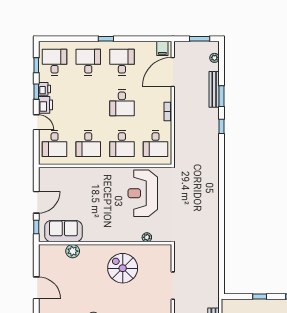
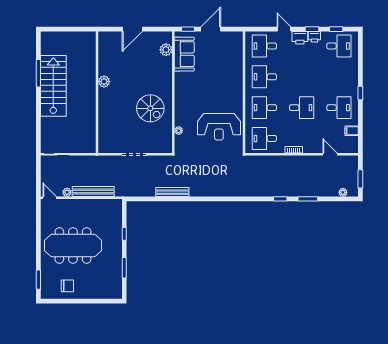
filing cabinet: (162, 48) -> (352, 131), moved
desk: (88, 62) -> (339, 77), removed
door: (173, 72) -> (330, 154), width x0.53
bench: (214, 89) -> (172, 192), moved
desk: (122, 103) -> (302, 108), turned 180
door: (36, 122) -> (284, 29), swing flipped
reception desk: (143, 193) -> (219, 127), turned 180
door: (36, 202) -> (211, 29), swing flipped
plant: (73, 251) -> (166, 50), moved
spiral stairs: (123, 268) -> (150, 108), turned 90

